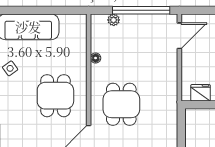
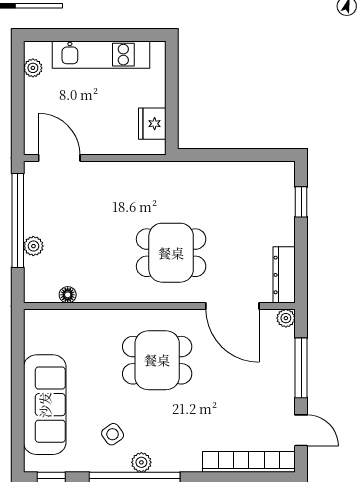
plant: (114, 20) -> (33, 246), moved
floor lamp: (96, 58) -> (68, 295), moved

